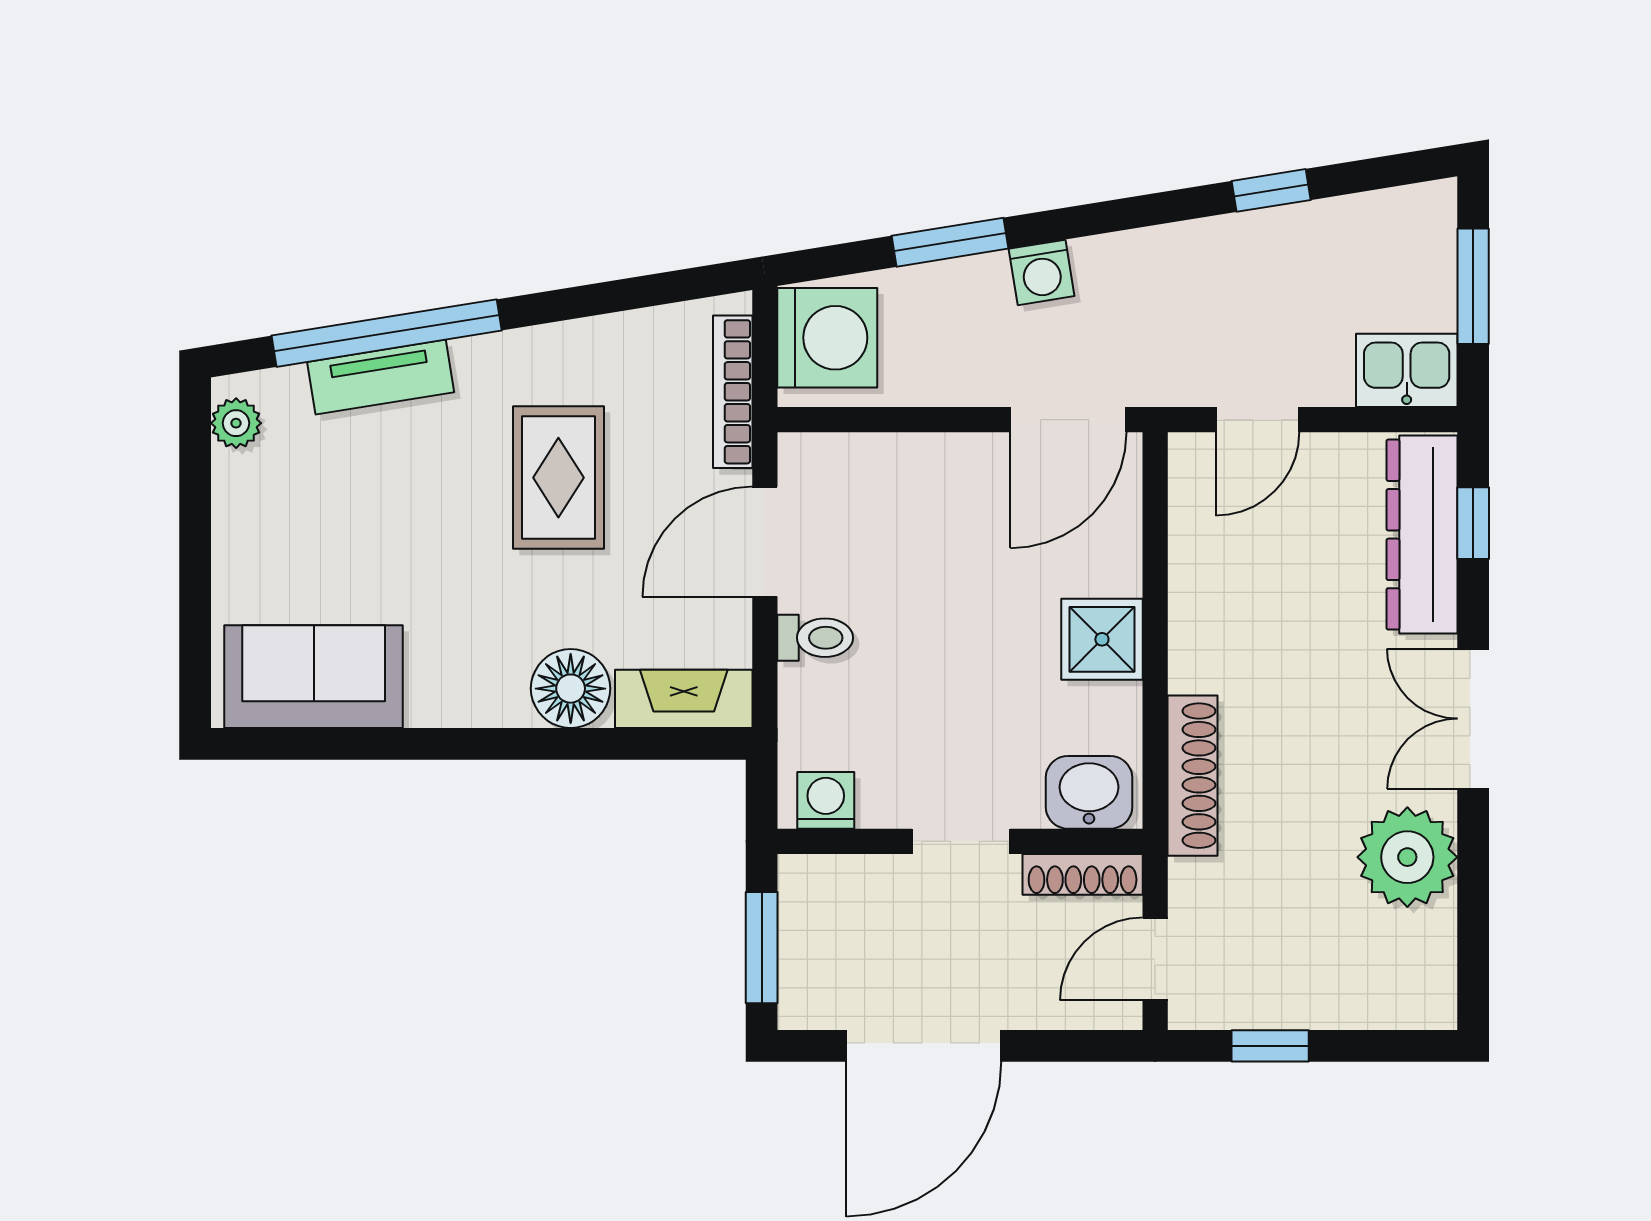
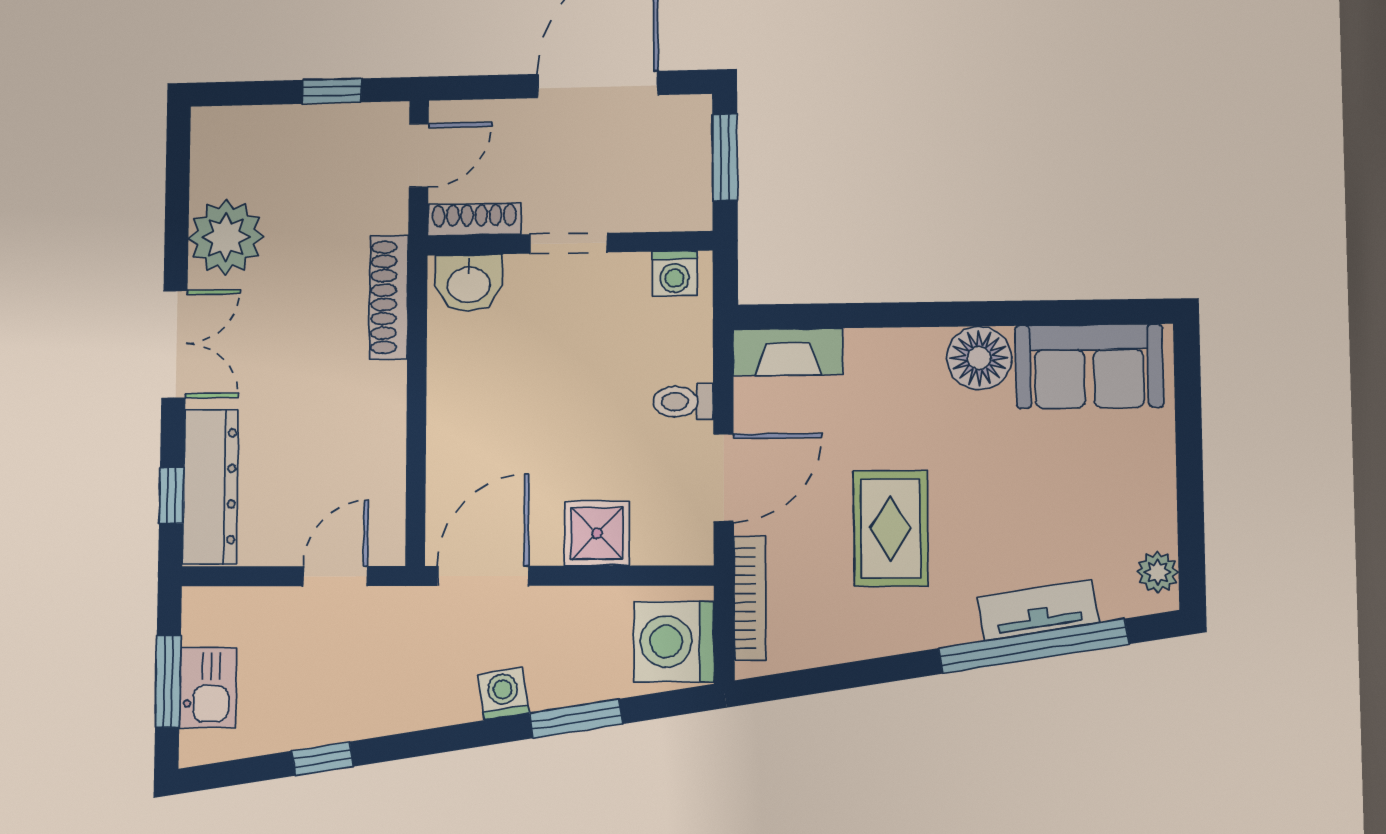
kitchen sink: (1407, 370) -> (208, 688), moved, turned -90
shower: (1102, 639) -> (597, 533), moved
floor lamp: (571, 689) -> (979, 358), moved

